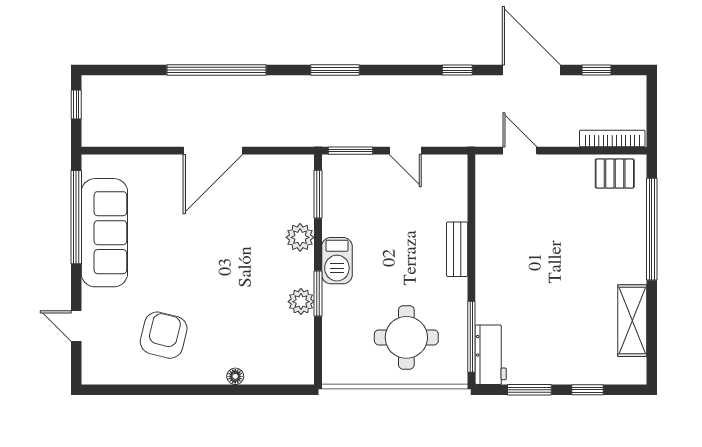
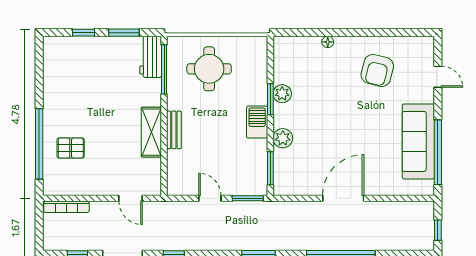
pallet: (615, 174) -> (71, 148), moved
shelving: (632, 321) -> (151, 132), moved

